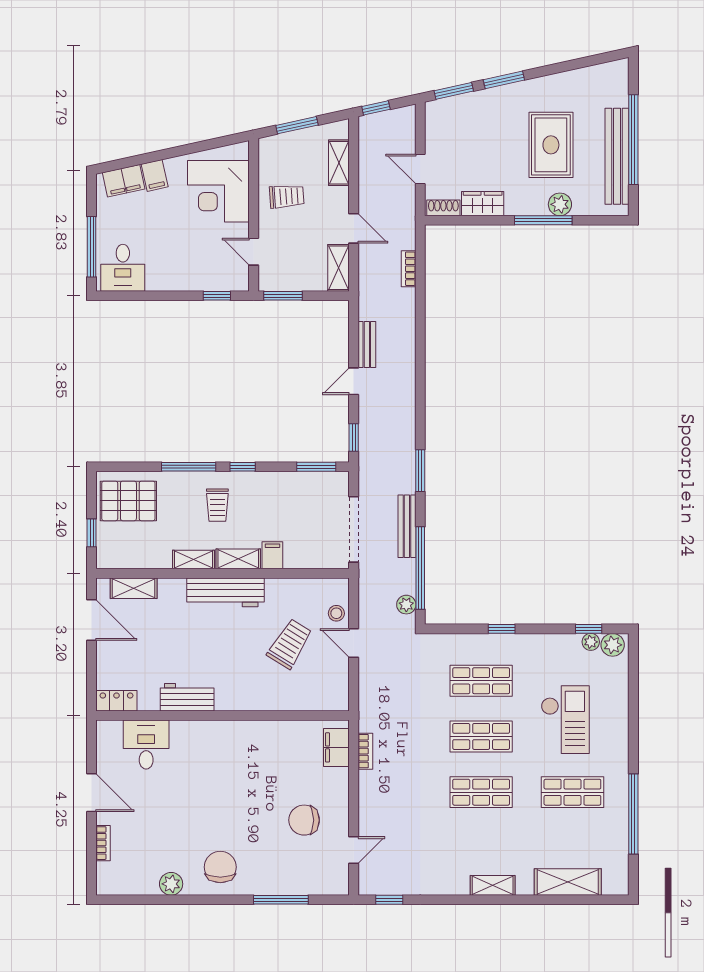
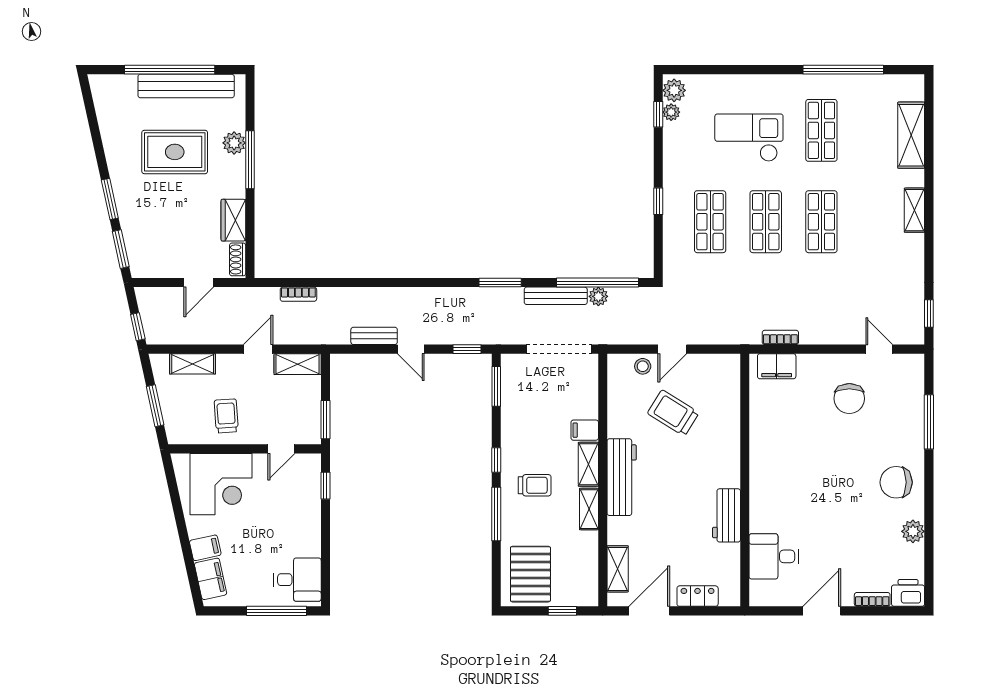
plant: (406, 605) -> (598, 296), moved
locker: (116, 701) -> (698, 596), moved, turned 90
printer: (110, 879) -> (908, 593), added

